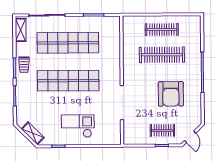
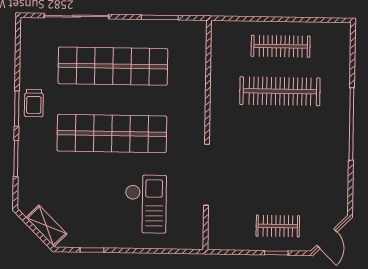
shelving: (21, 30) -> (29, 41), removed
armchair: (171, 94) -> (294, 161), removed
checkout: (78, 126) -> (146, 204), moved, turned 90

